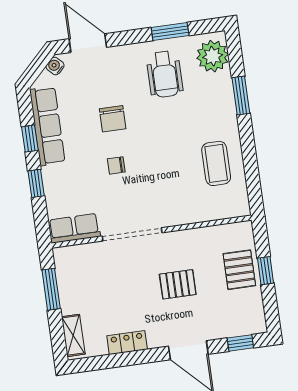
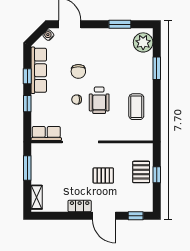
wheelchair: (165, 74) -> (99, 100), moved
locker: (127, 343) -> (80, 206), moved

